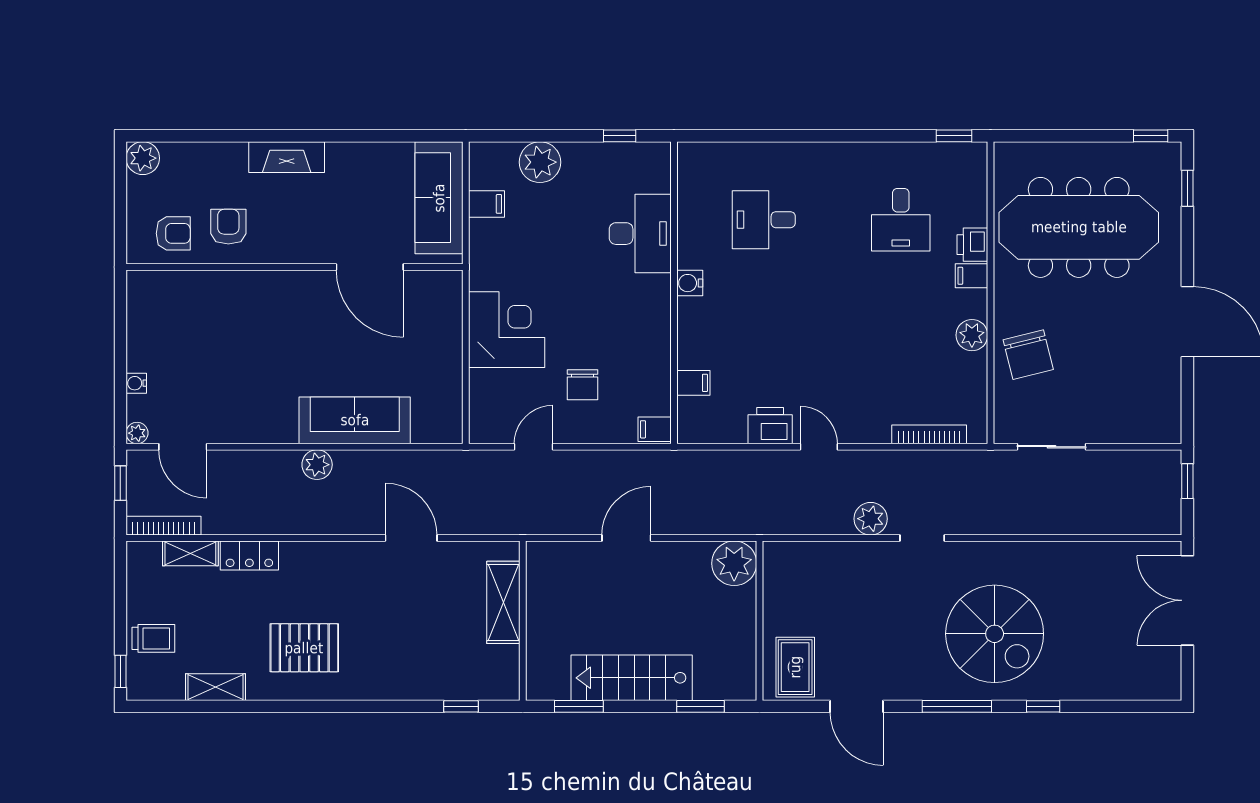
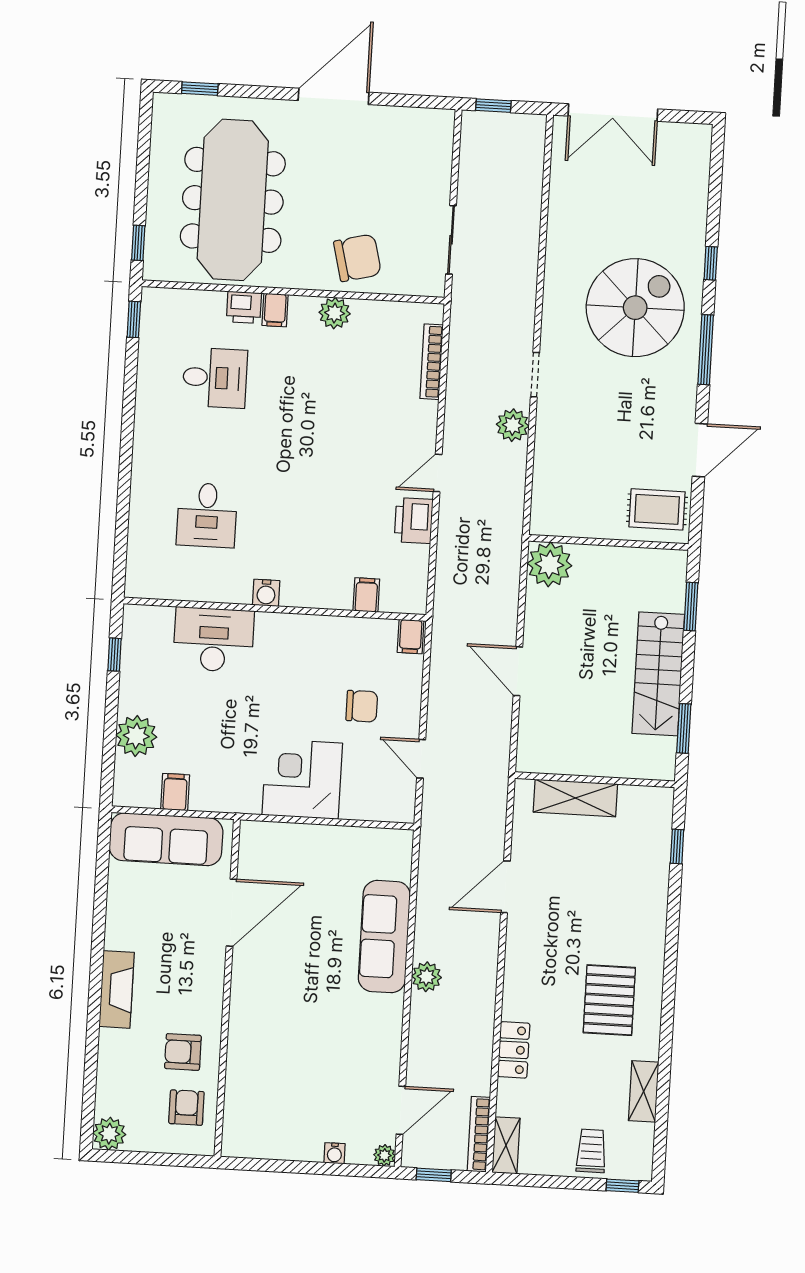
window: (1151, 136) -> (138, 243), moved
shelving: (190, 553) -> (506, 1145), moved

